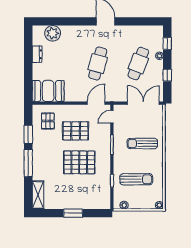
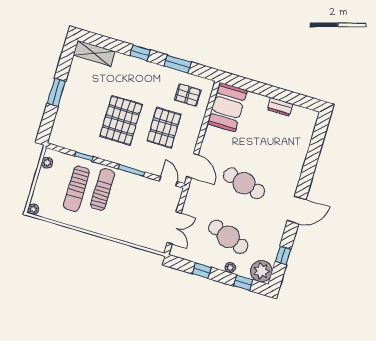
window: (140, 21) -> (283, 255), added
plant: (53, 33) -> (261, 271), moved
double door: (143, 103) -> (174, 228), width x0.73
sun lounger: (142, 144) -> (103, 190), moved
window: (28, 163) -> (140, 53), width x0.46

